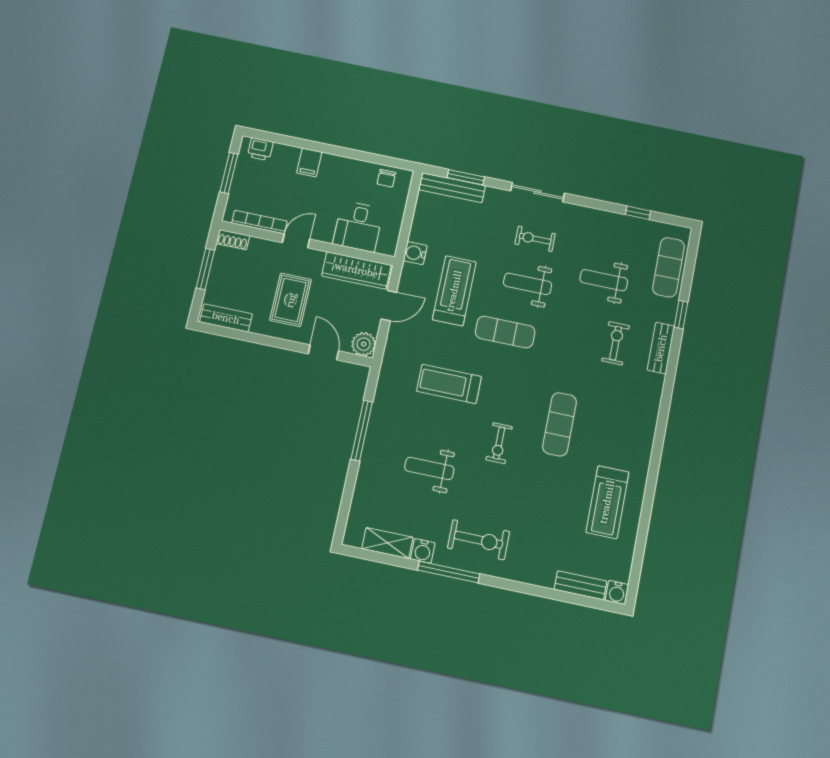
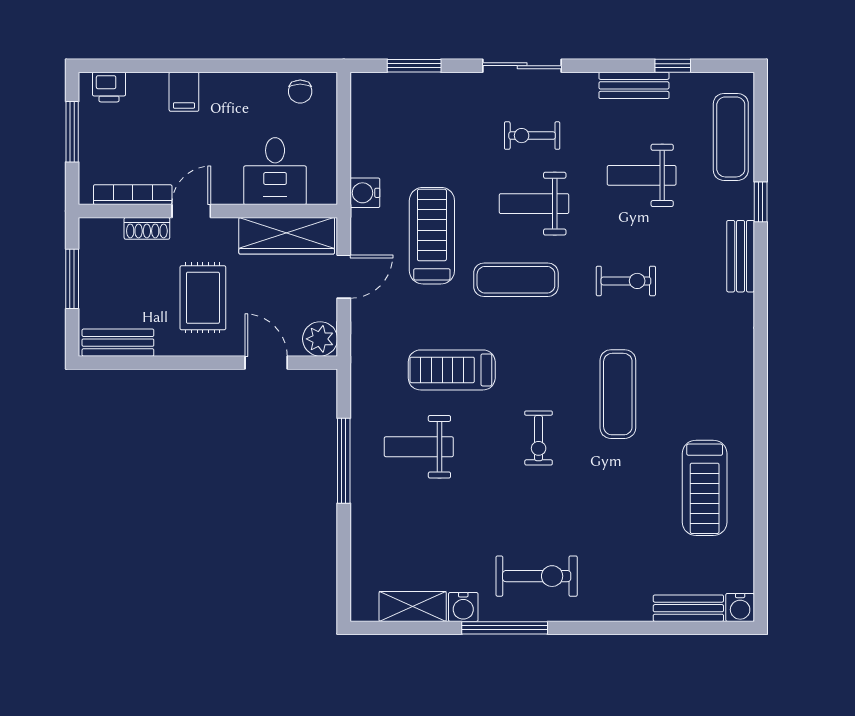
bench: (452, 188) -> (634, 85), moved, width x0.73
shoe rack: (233, 240) -> (147, 228), moved
exercise bike: (616, 343) -> (626, 281), moved, turned 90
weight bench: (429, 468) -> (419, 447), moved

